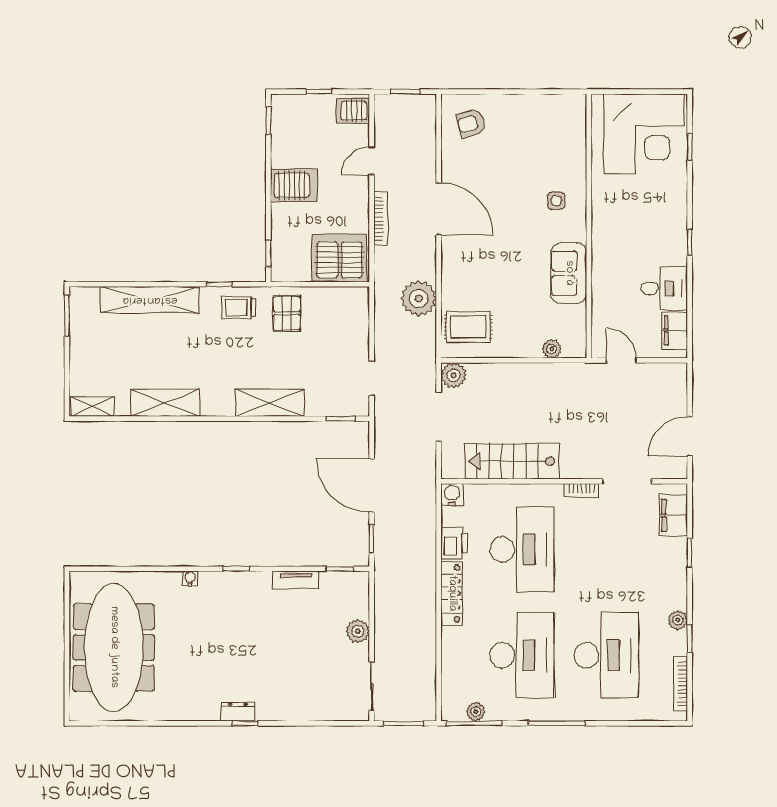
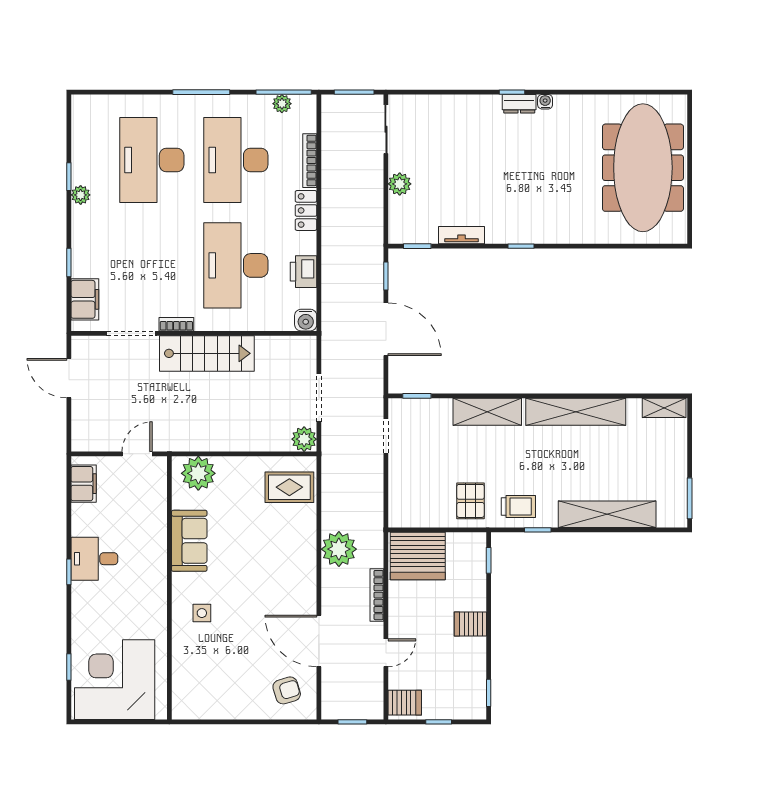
server rack: (294, 185) -> (470, 624), width x0.73, depth x0.70
door: (439, 209) -> (319, 641), moved
desk: (664, 288) -> (94, 559), moved
plant: (419, 298) -> (339, 549), moved
plant: (552, 349) -> (198, 473), width x1.88, depth x1.88
door: (621, 360) -> (137, 454), swing flipped
shelving: (165, 403) -> (576, 412), width x1.47
door: (690, 436) -> (69, 378), swing flipped
stairs: (512, 461) -> (207, 353), moved
water cooler: (190, 578) -> (545, 102), moved, turned 180
locker: (452, 593) -> (306, 210), width x0.66
bookcase: (680, 684) -> (310, 161), moved, turned 180

